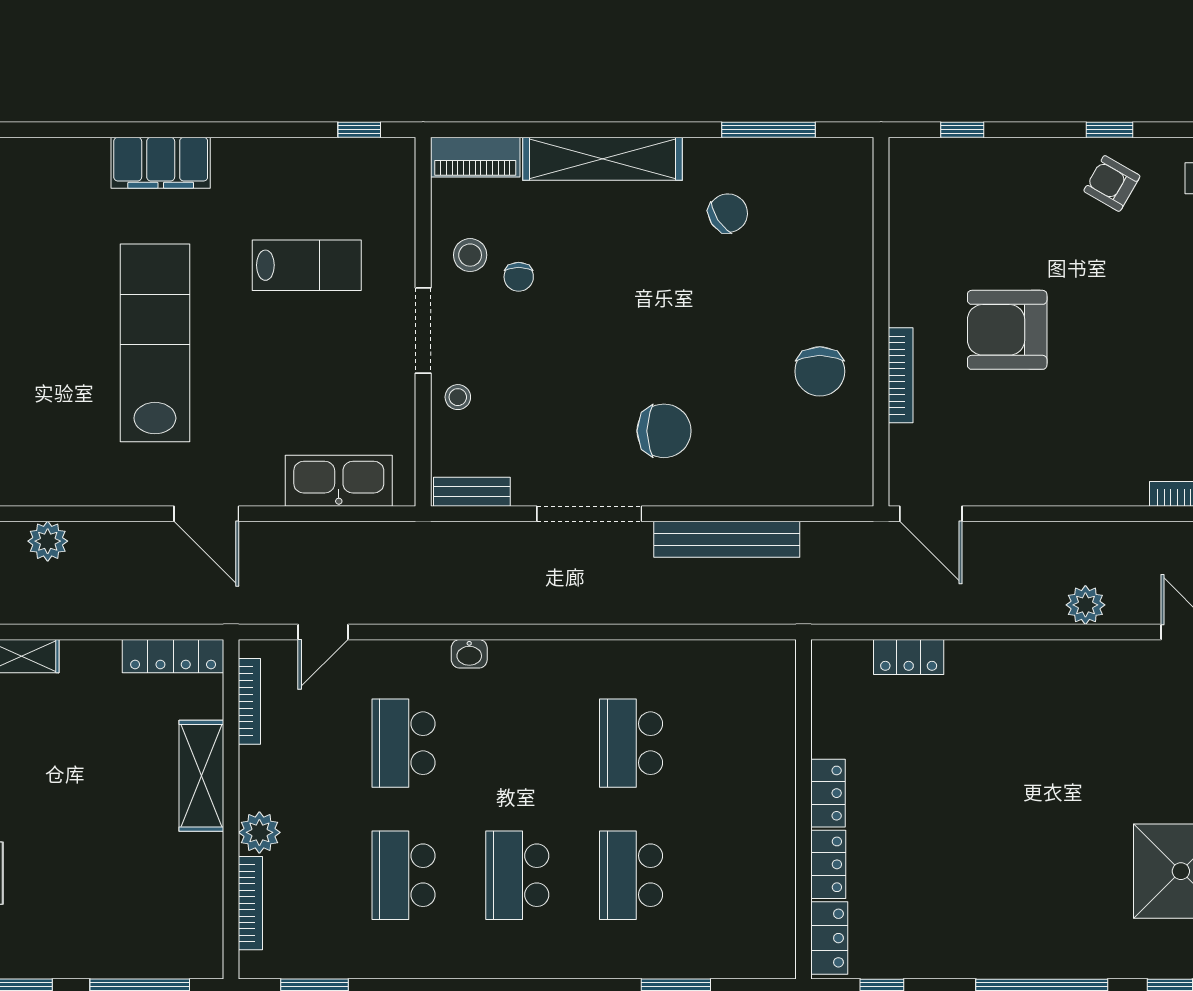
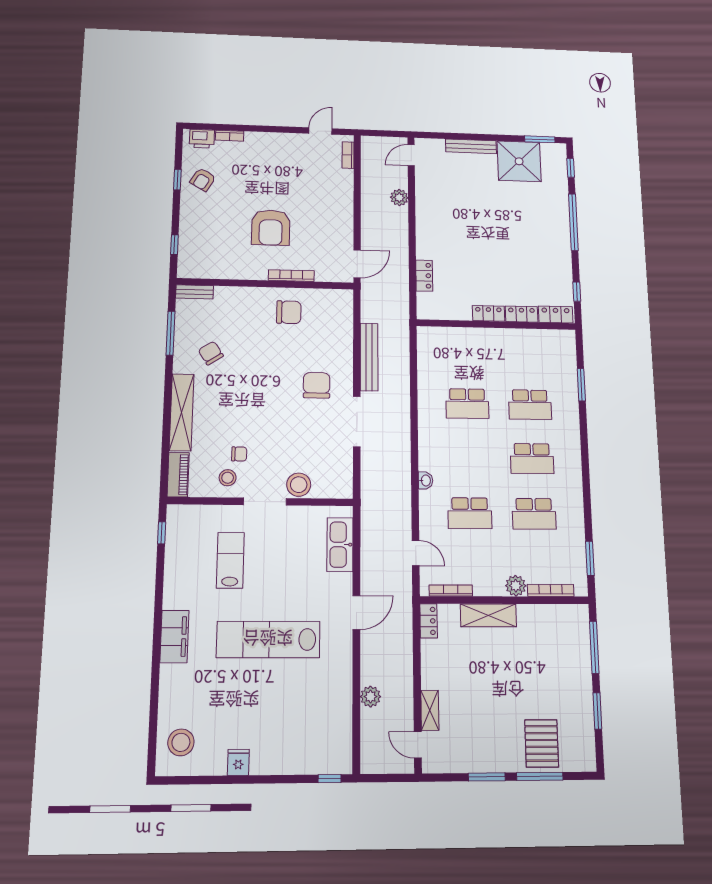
stool: (458, 397) -> (299, 485), width x1.89, depth x1.89
bench: (472, 492) -> (195, 292), moved, turned 90
locker: (173, 656) -> (429, 621), width x0.66

